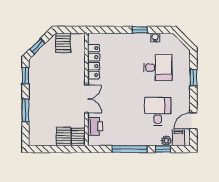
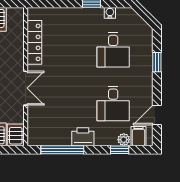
desk: (158, 68) -> (113, 50), turned 90
desk: (158, 111) -> (113, 103), turned 180
printer: (95, 126) -> (83, 137), moved, turned -90
window: (130, 149) -> (62, 150), moved

